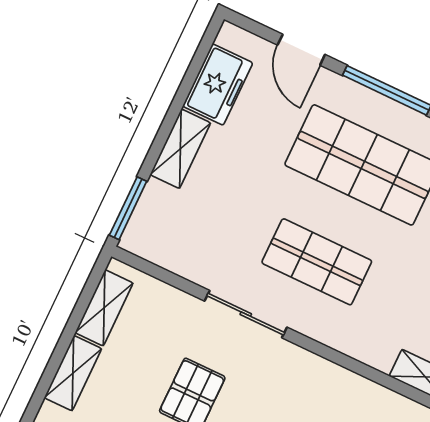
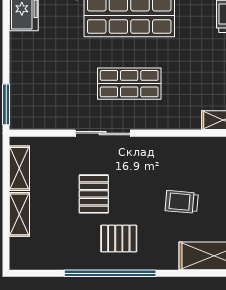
shelving: (180, 149) -> (20, 56), removed

